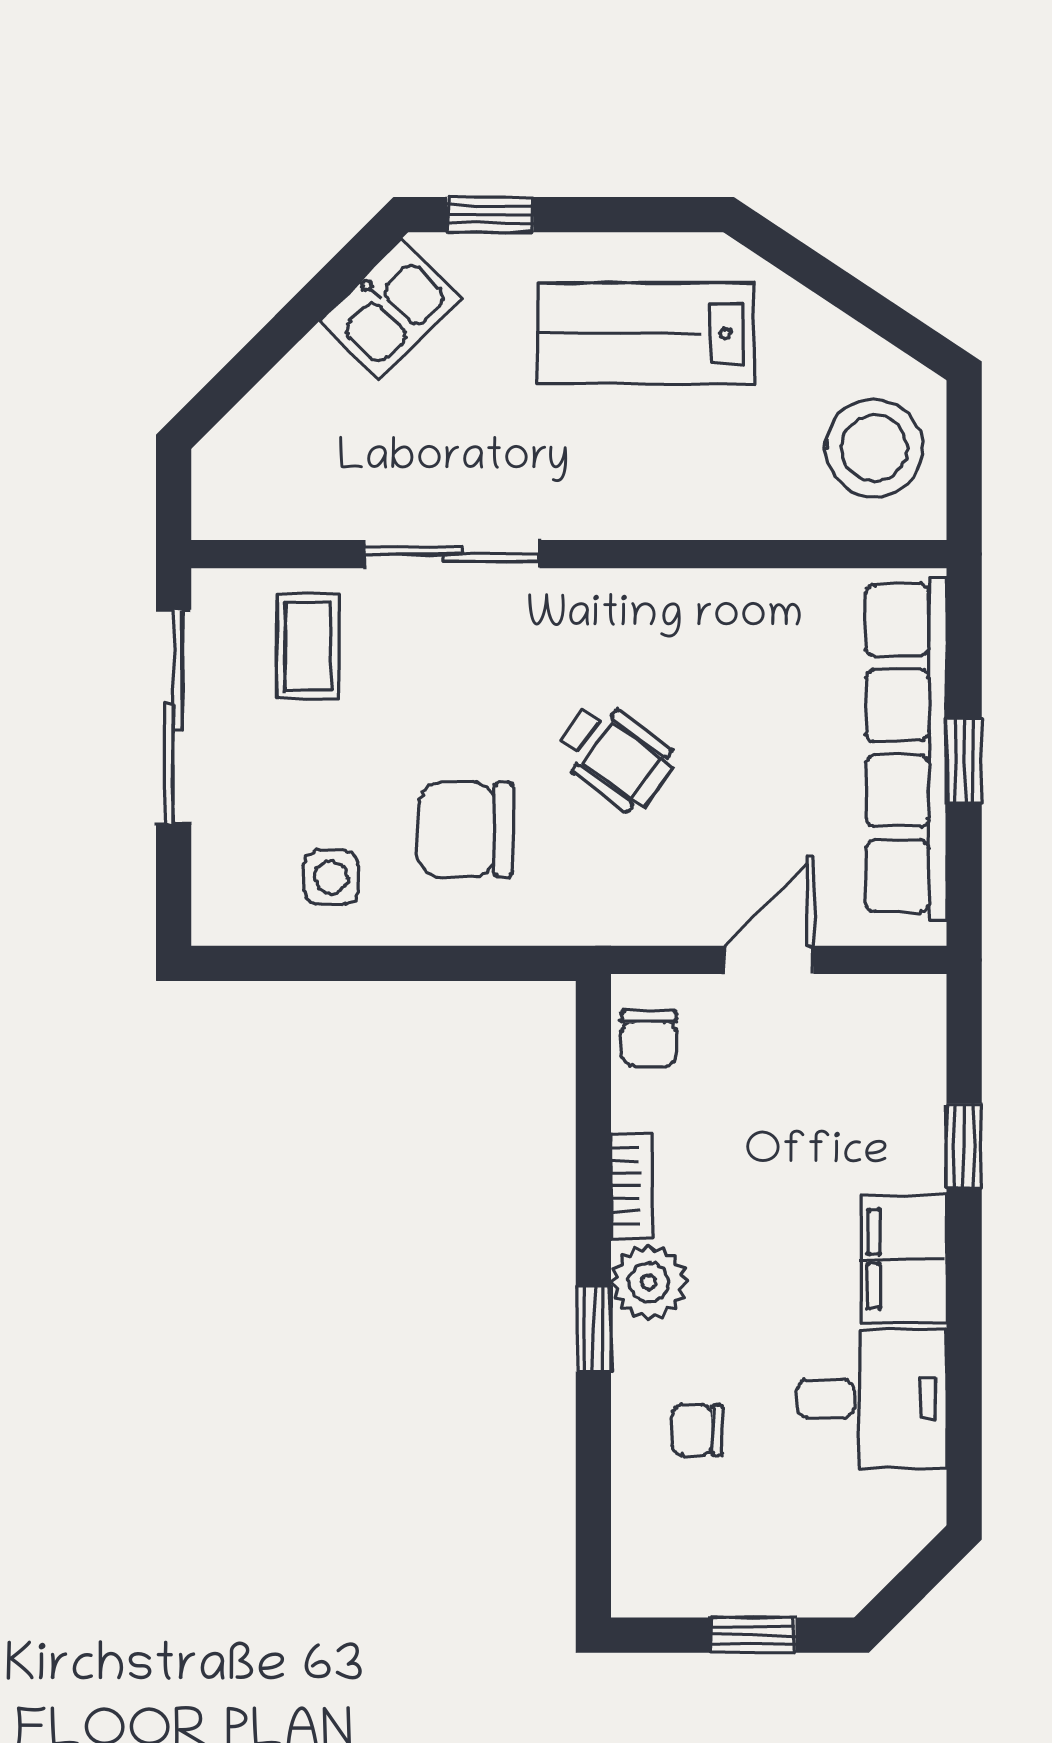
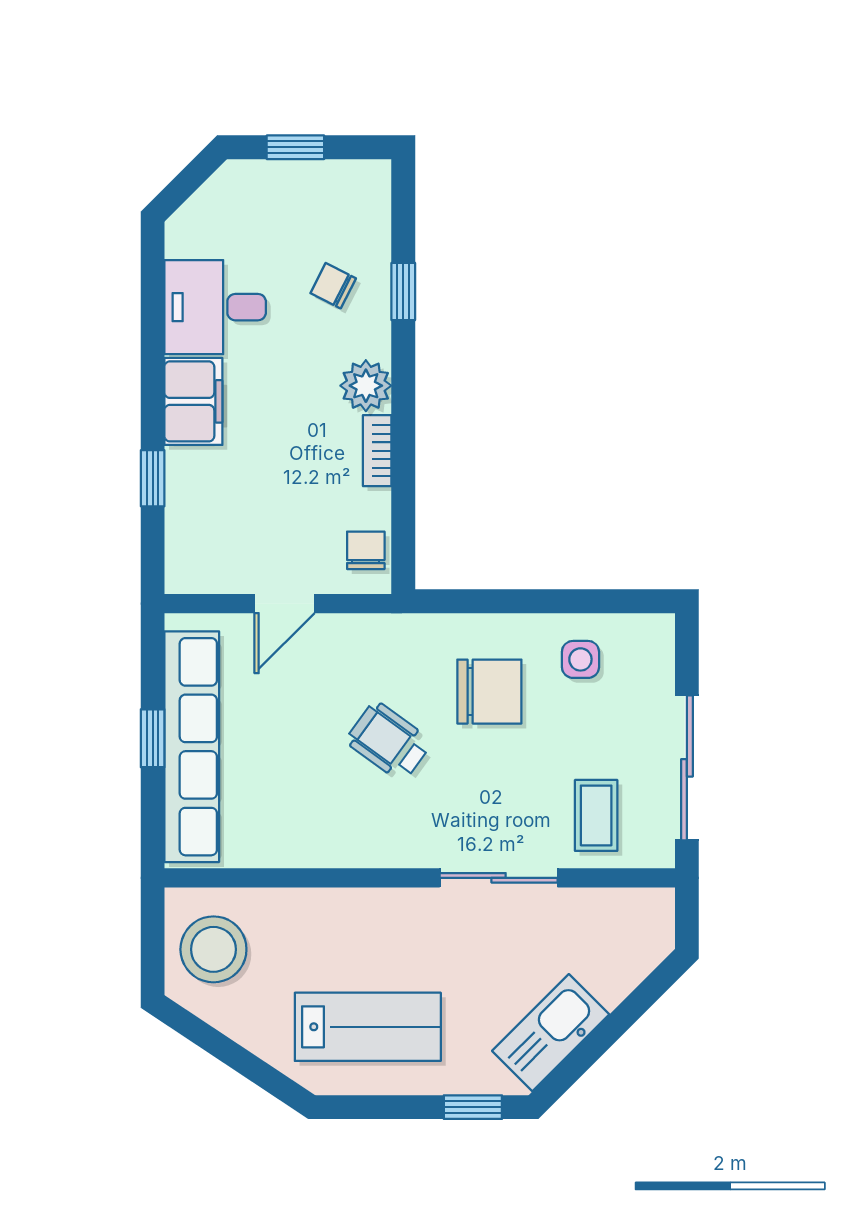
kitchen sink: (391, 309) -> (551, 1033), width x1.38
window: (593, 1329) -> (403, 291), moved
chair: (697, 1430) -> (333, 286), turned -153

